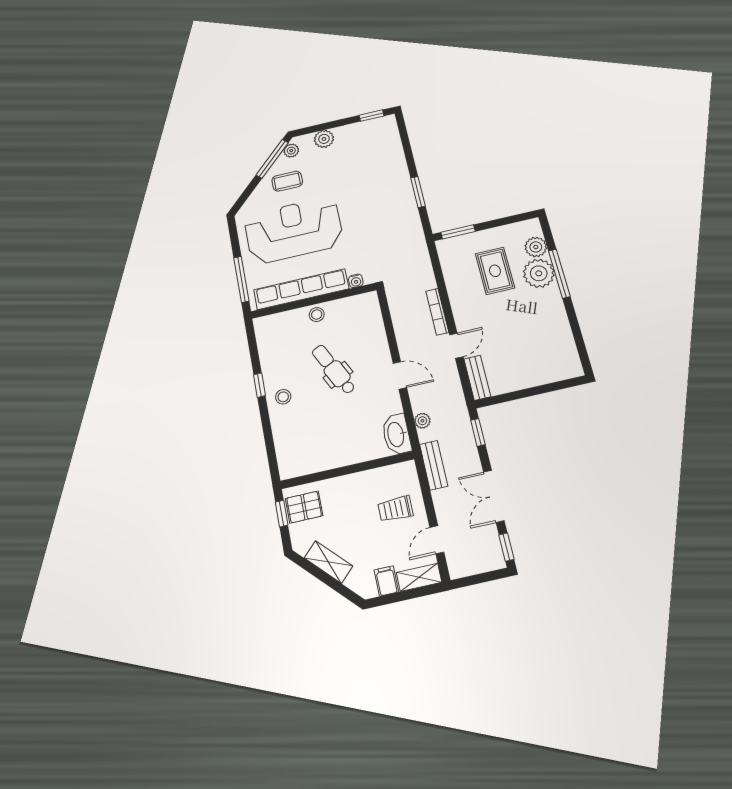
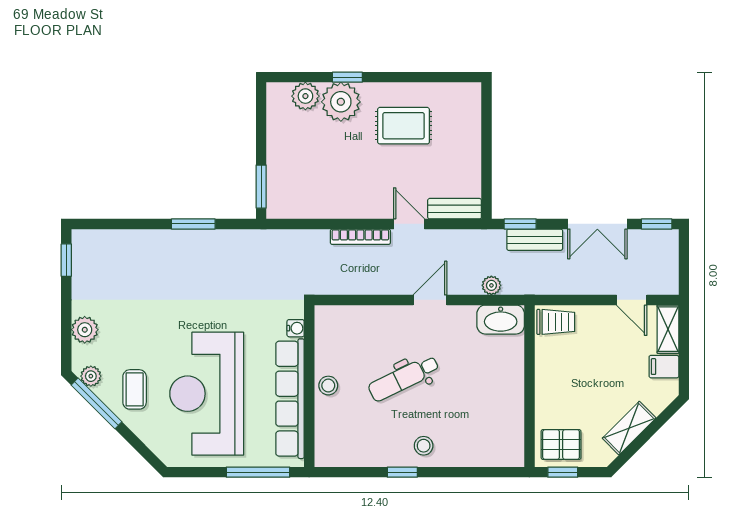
rug: (495, 271) -> (404, 126), moved
window: (559, 274) -> (347, 77), width x0.46
bench: (434, 465) -> (535, 240), moved
pallet: (304, 507) -> (561, 445), turned 90
trolley: (395, 509) -> (556, 322), moved, turned -90

